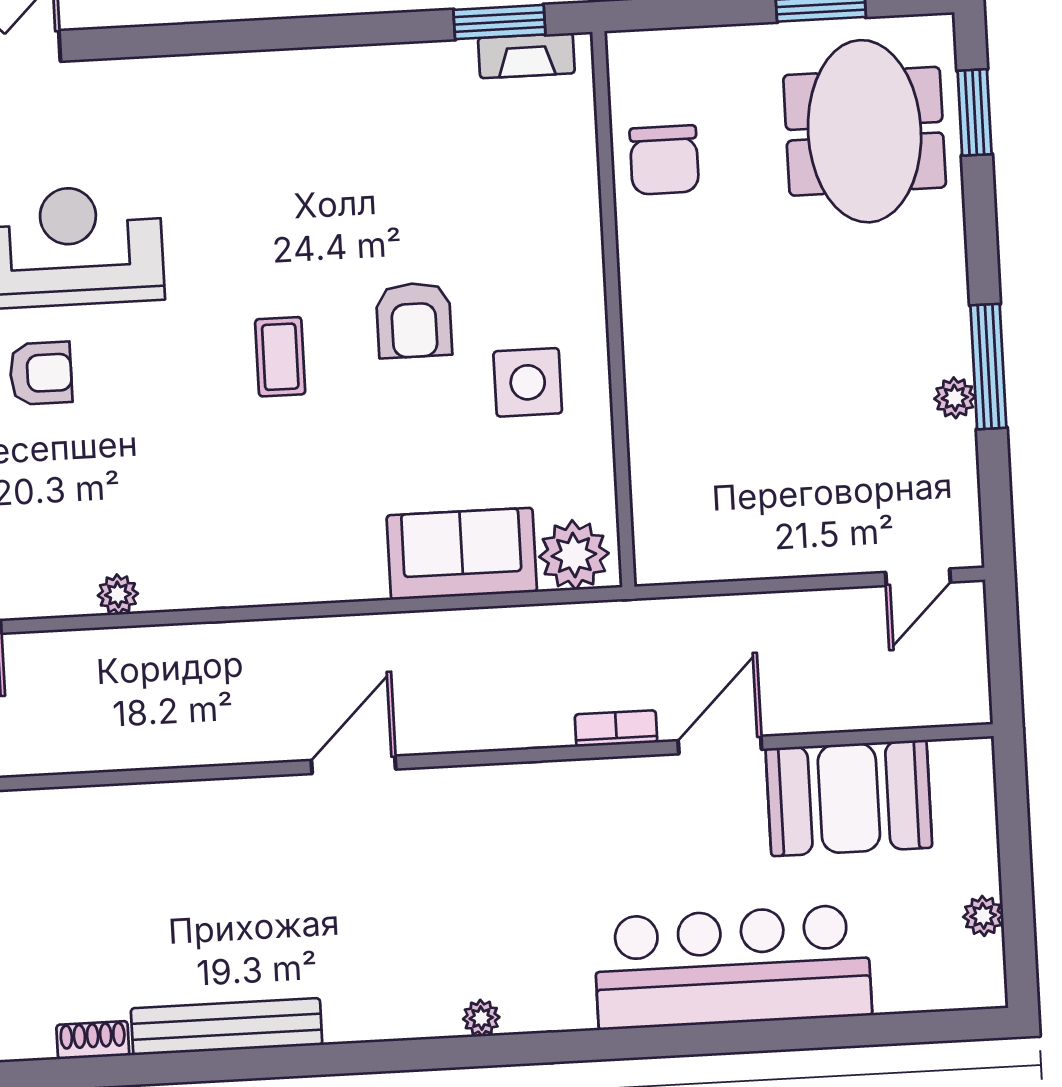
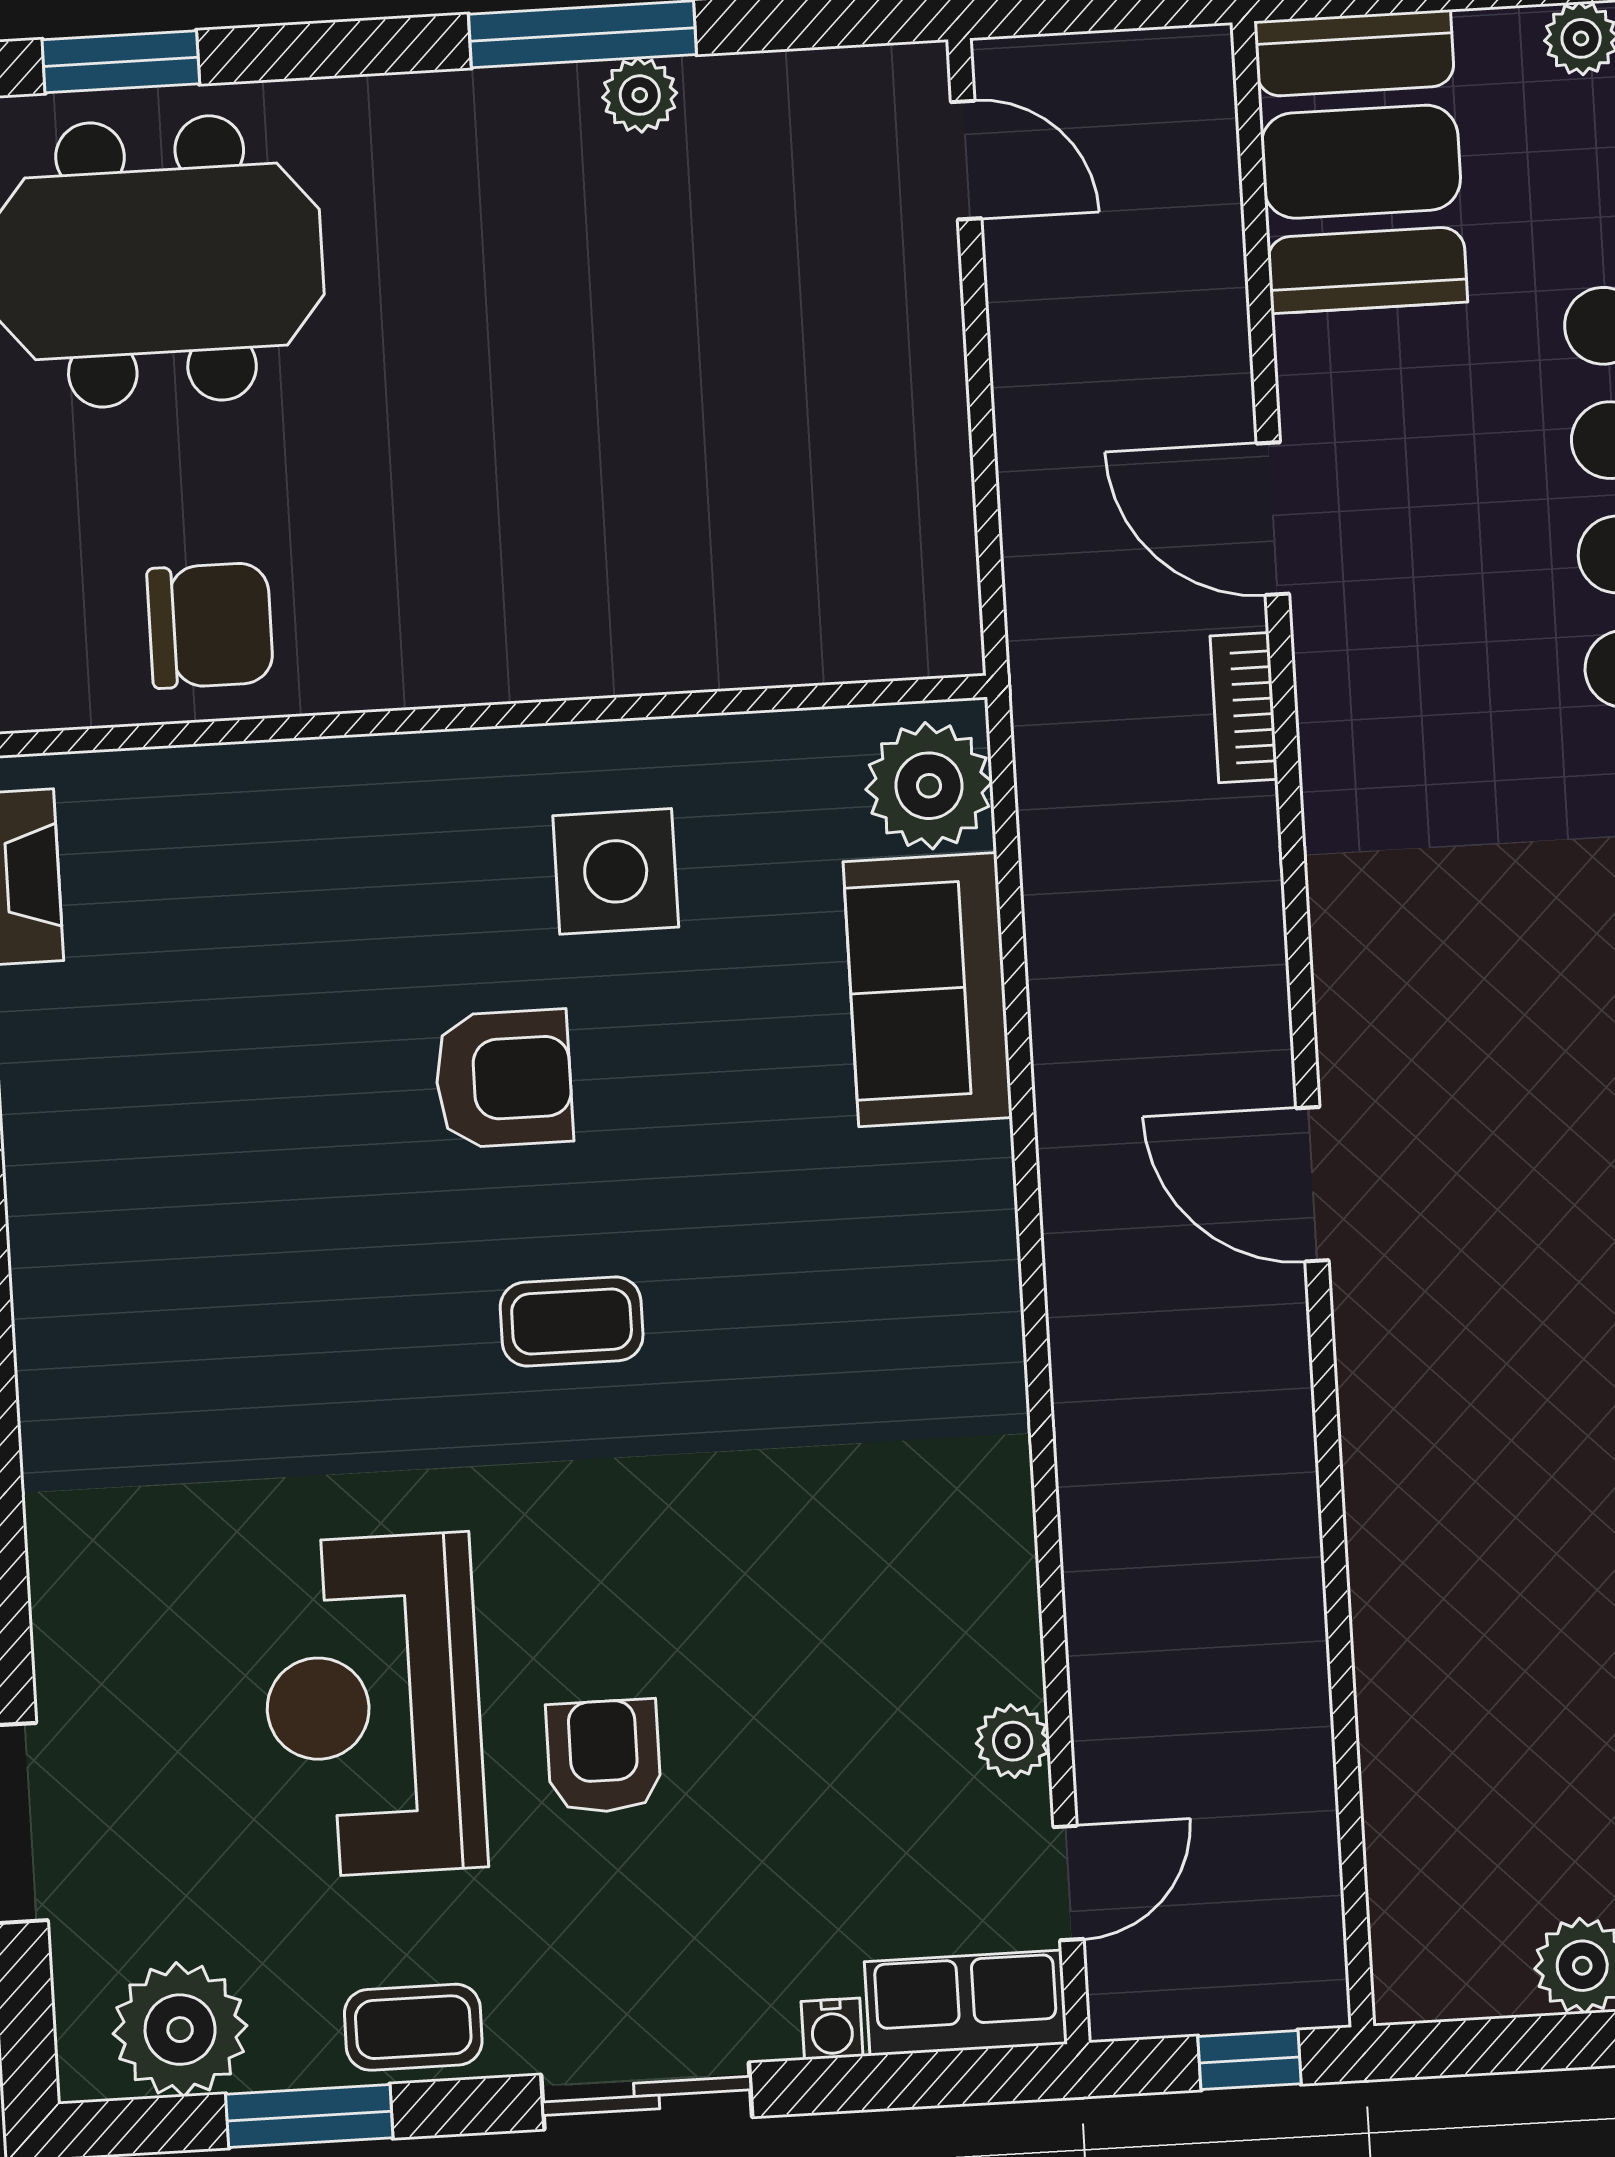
plant: (118, 594) -> (1013, 1741), moved
booth: (849, 798) -> (1361, 162), moved

